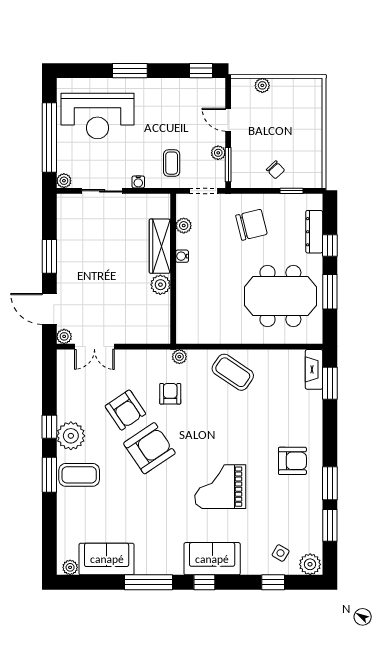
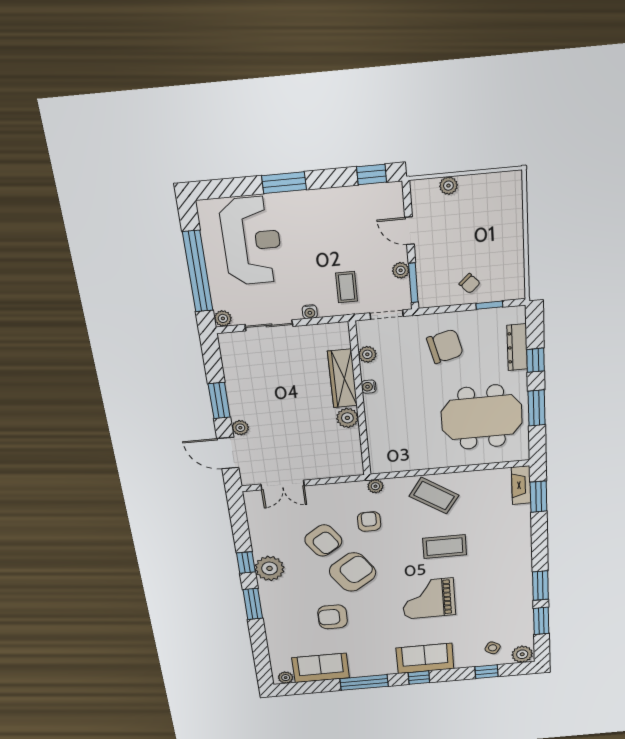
reception desk: (97, 116) -> (252, 241), turned -90
plant: (64, 336) -> (240, 428), moved
armchair: (292, 461) -> (333, 617), moved, turned 180
coffee table: (79, 475) -> (445, 547), moved

